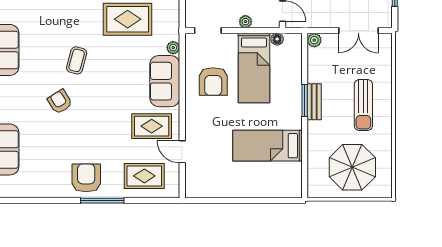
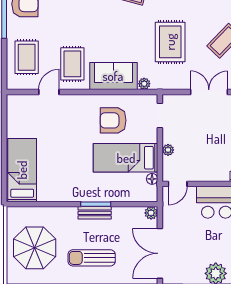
double door: (358, 30) -> (160, 253), width x1.37
bed: (268, 146) -> (22, 170), moved

